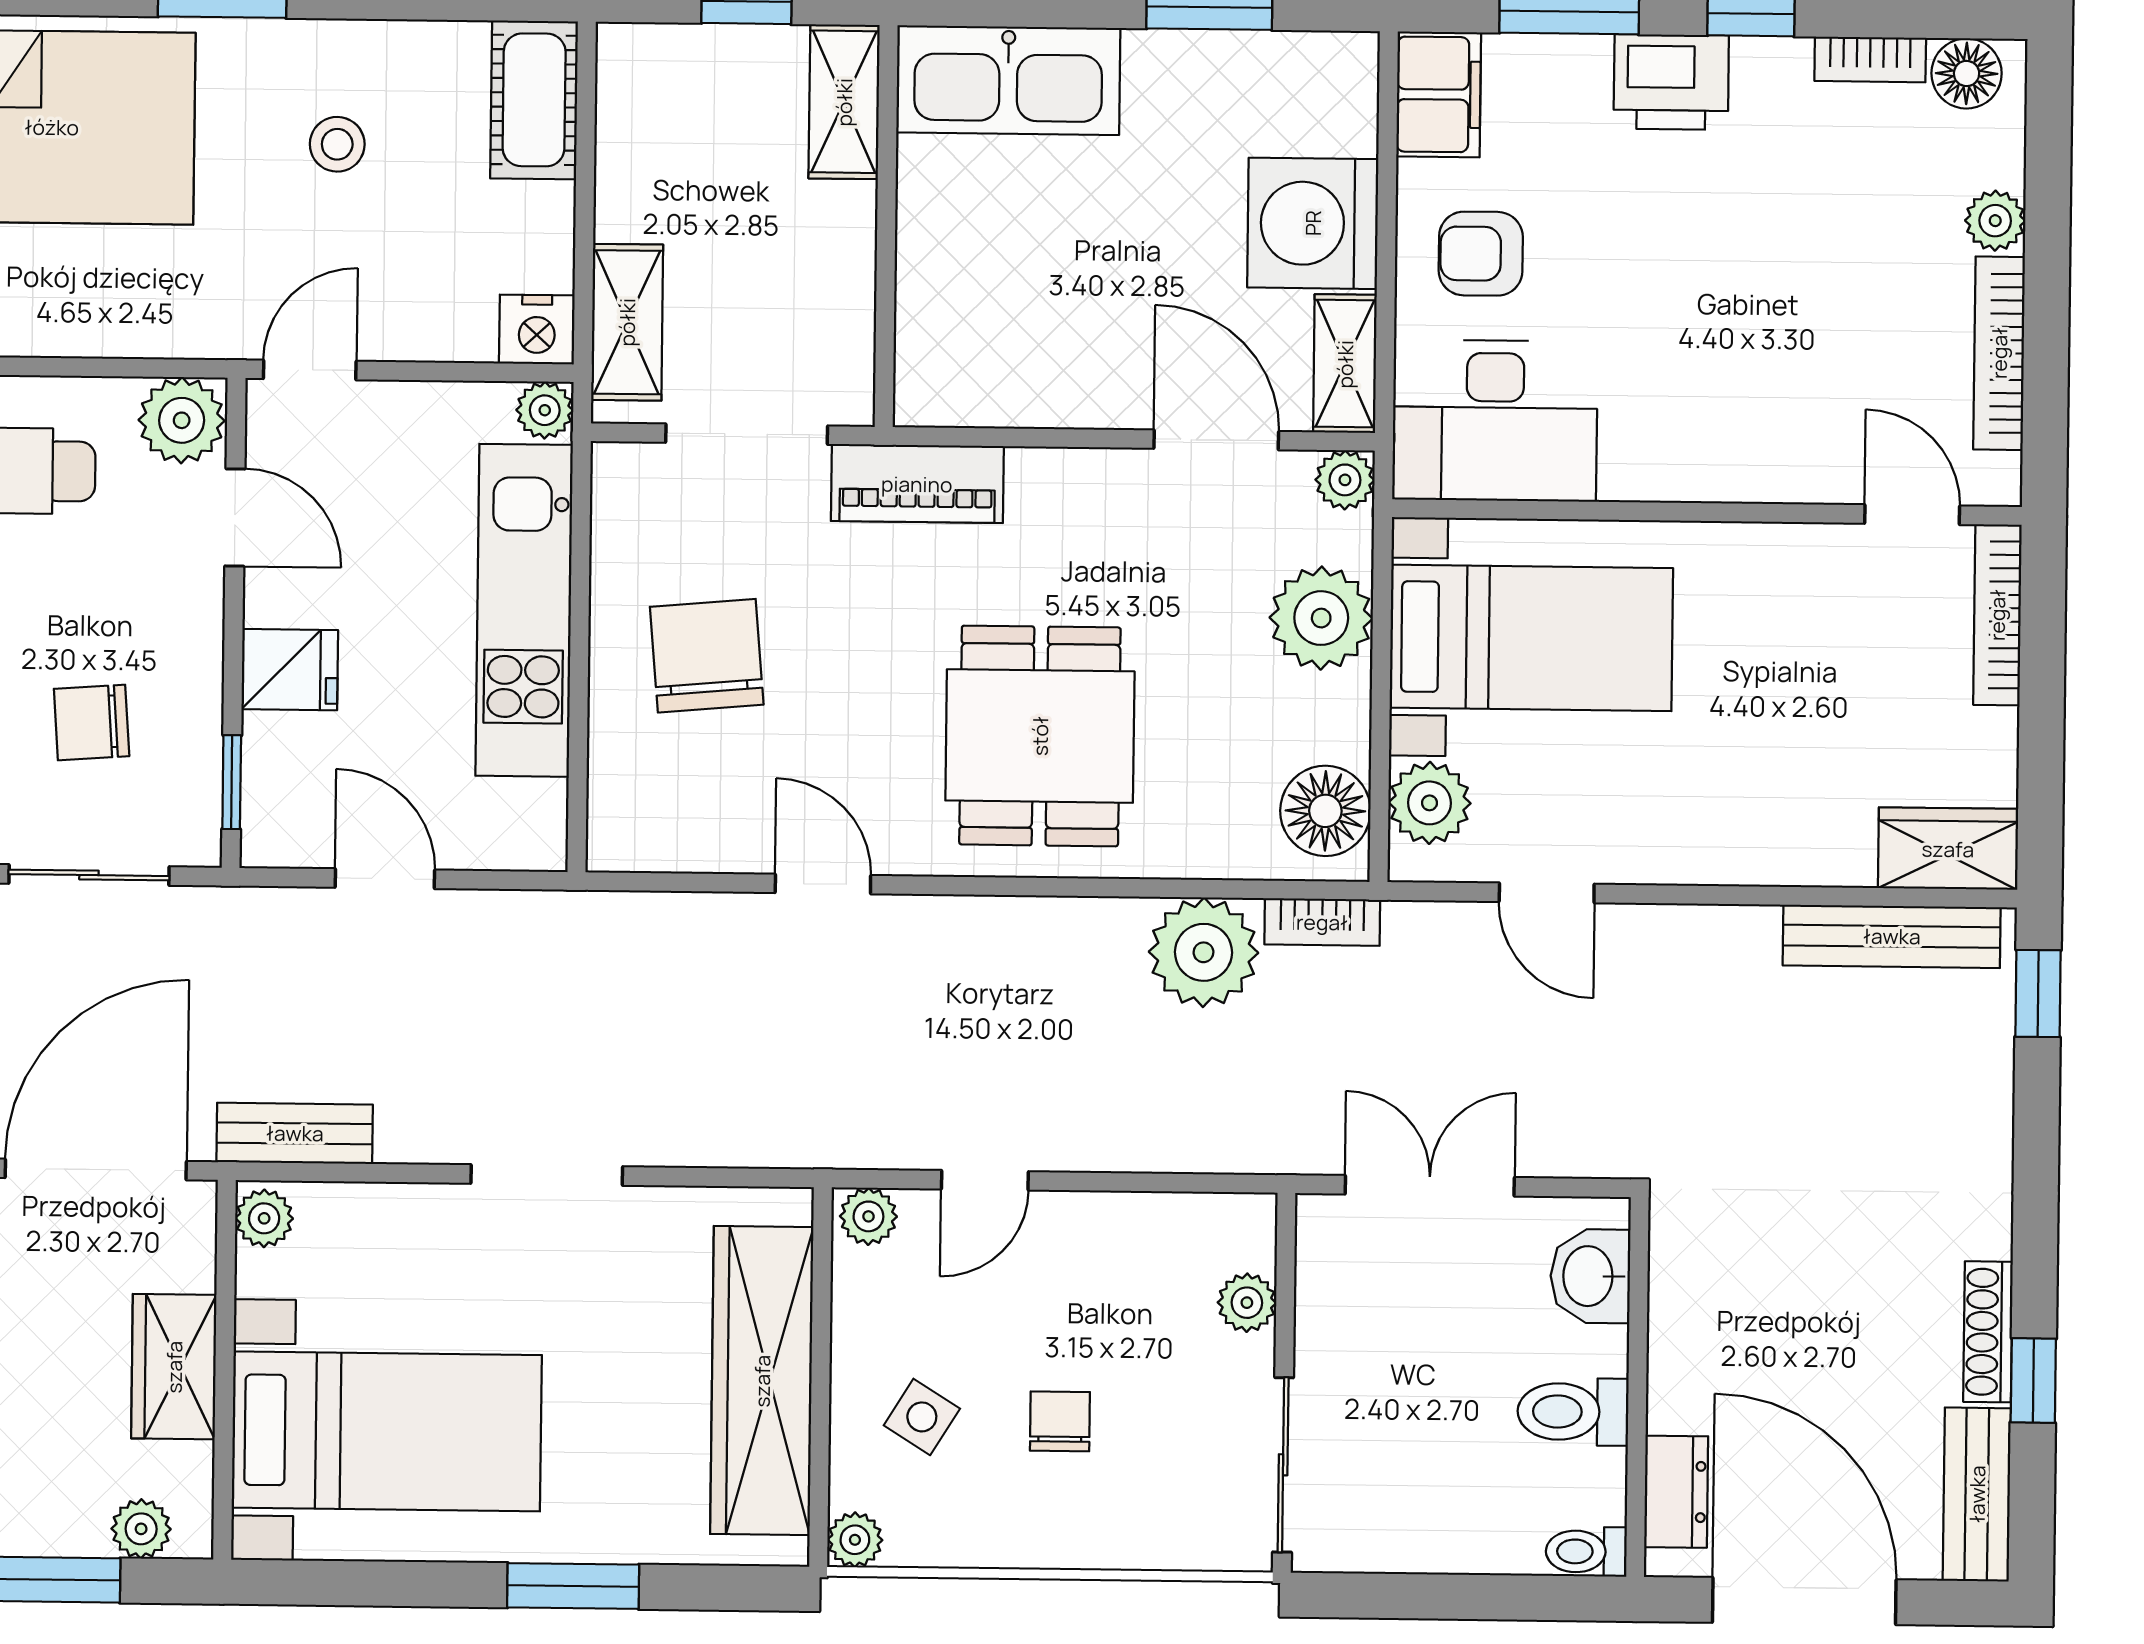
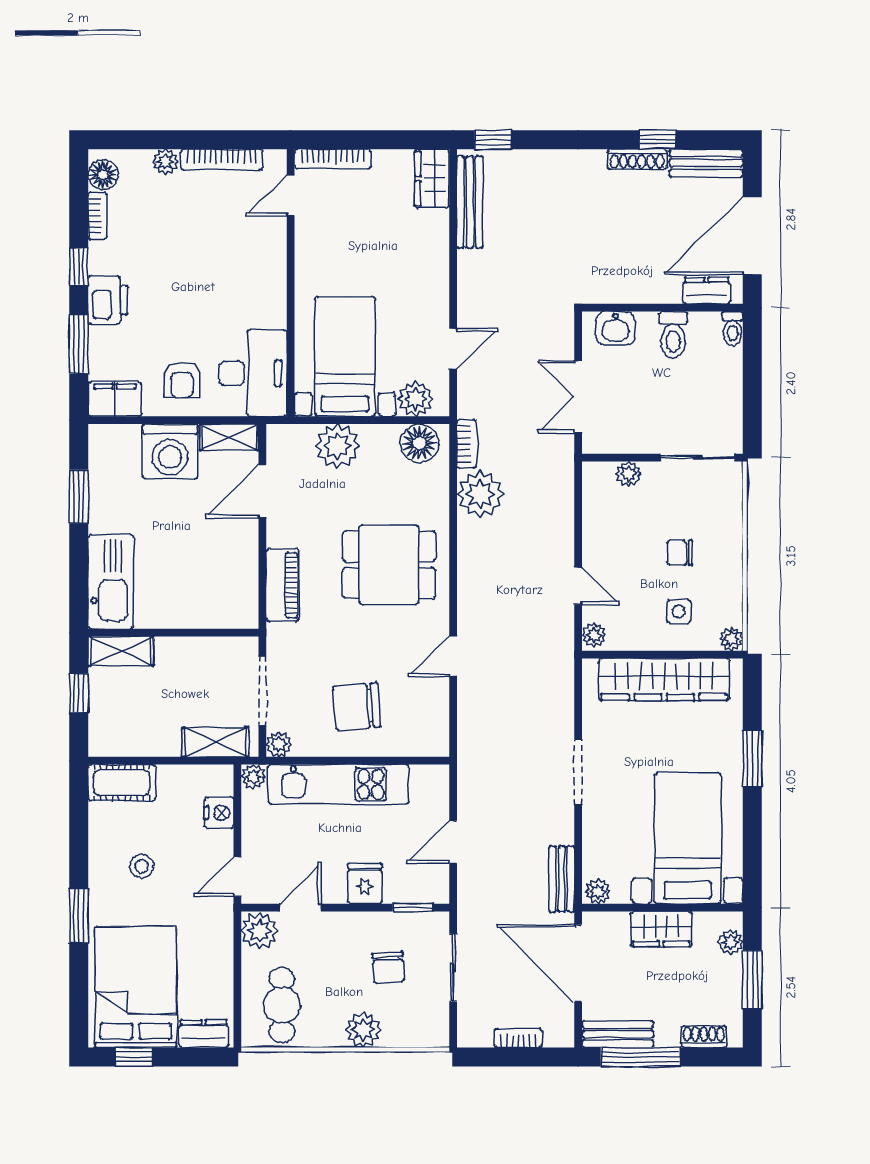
nightstand: (537, 329) -> (219, 813), moved
door: (310, 370) -> (237, 877), hinge flipped
plant: (1345, 480) -> (279, 744), moved
piano: (917, 484) -> (283, 585), moved
side table: (922, 1417) -> (679, 611), turned -32

